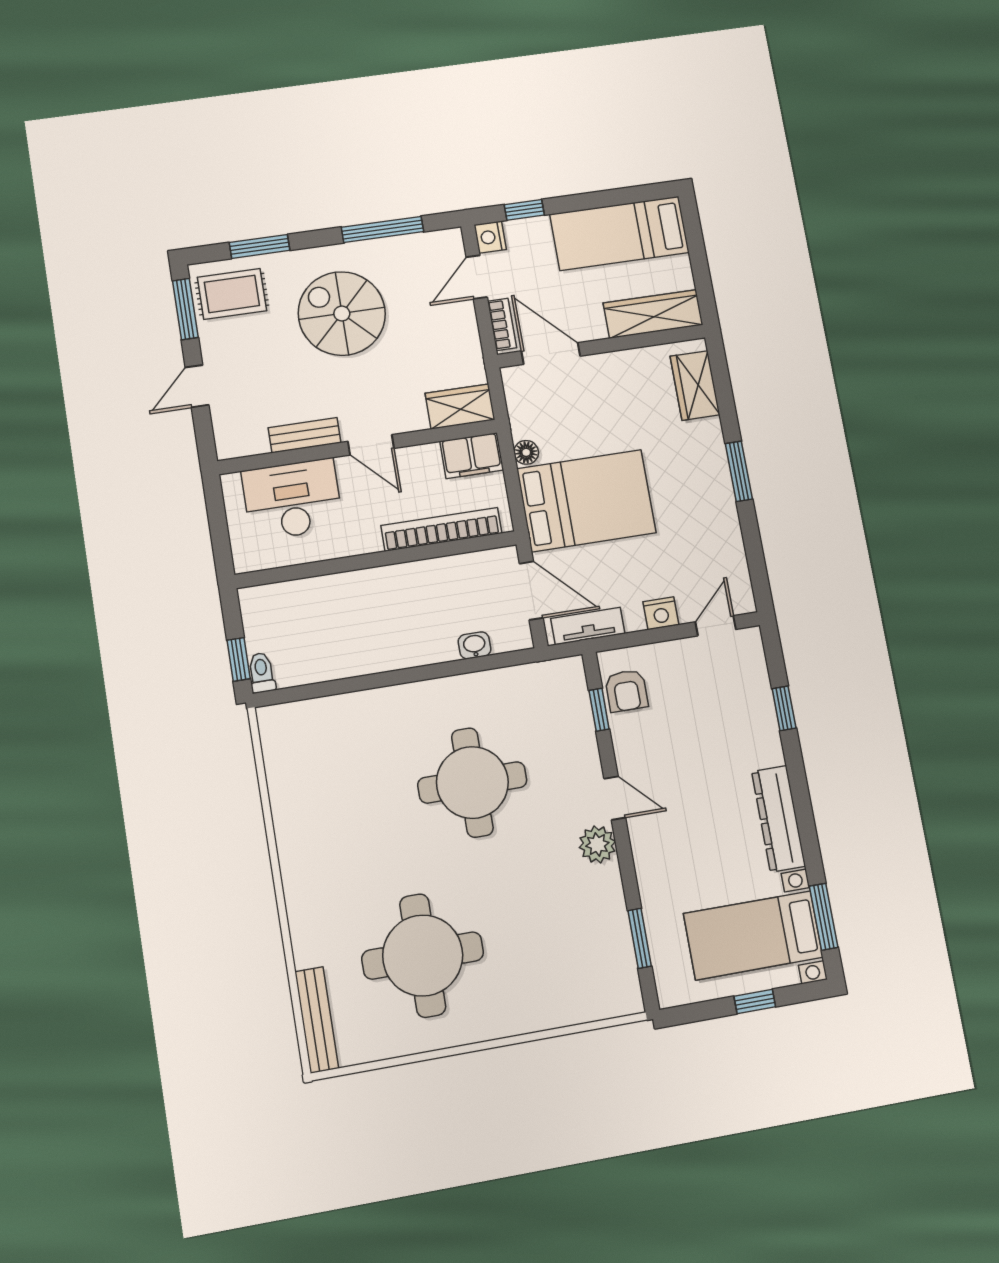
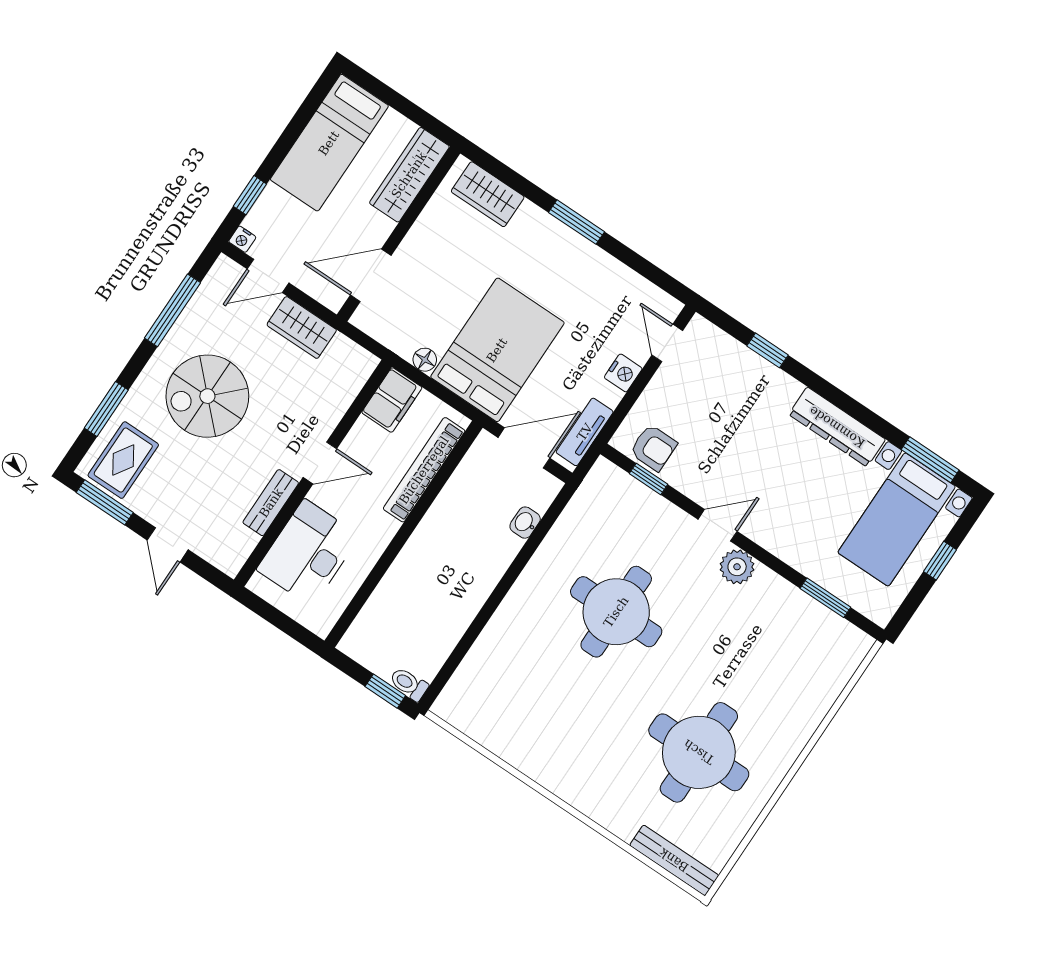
nightstand: (490, 237) -> (242, 239), width x0.72, depth x0.74
door: (477, 277) -> (268, 276), hinge flipped
bookcase: (502, 324) -> (318, 290), removed
wardrobe: (460, 407) -> (302, 327), moved, turned -90

